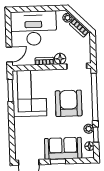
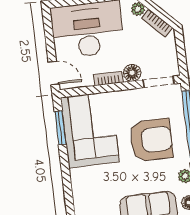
door: (9, 54) -> (54, 73), hinge flipped
armchair: (69, 103) -> (151, 140), turned 90

